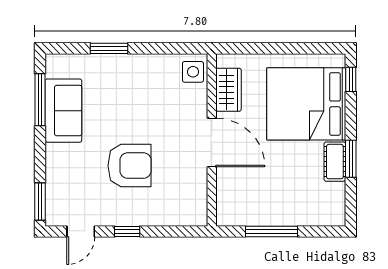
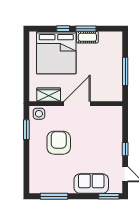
window: (109, 48) -> (26, 130), moved
window: (351, 79) -> (63, 29), moved
sofa: (63, 111) -> (91, 184), moved
armchair: (129, 166) -> (59, 143), moved

